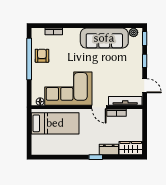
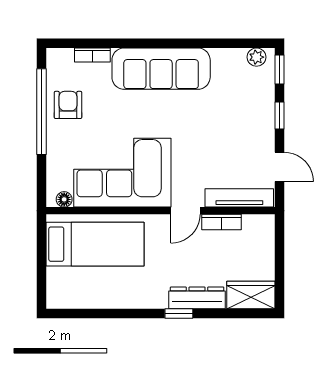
sofa: (104, 38) -> (161, 69), moved
door: (99, 107) -> (186, 211), hinge flipped
dresser: (109, 149) -> (197, 298), width x1.44

